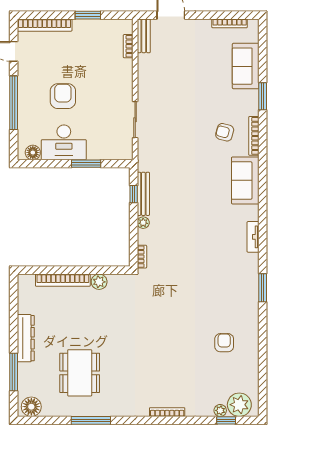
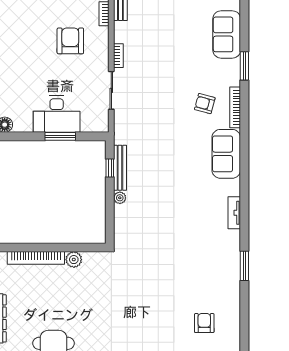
armchair: (63, 96) -> (70, 41), moved
desk: (64, 142) -> (57, 114), moved
bookcase: (142, 257) -> (118, 56), moved

